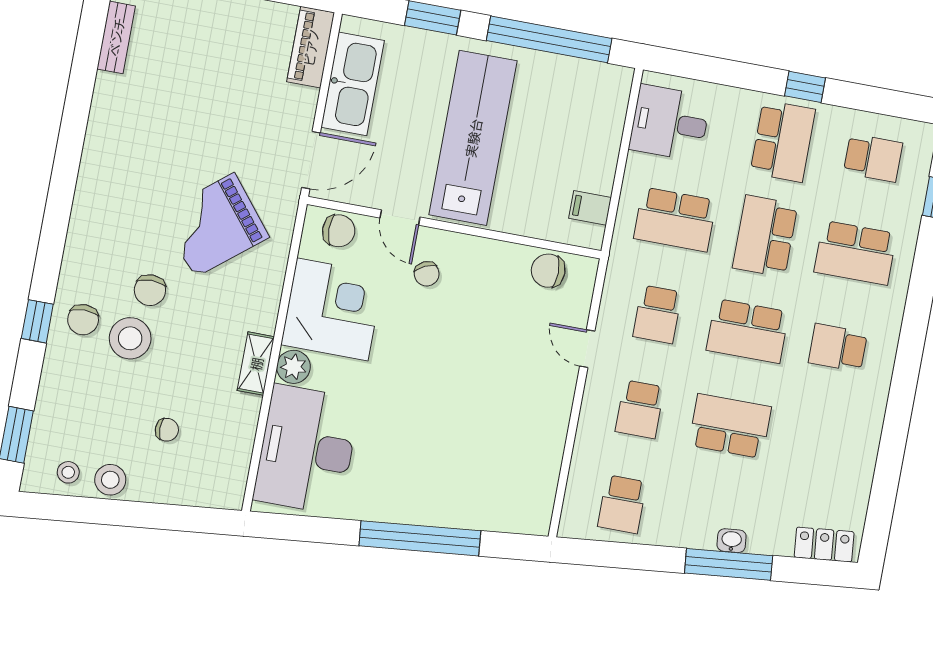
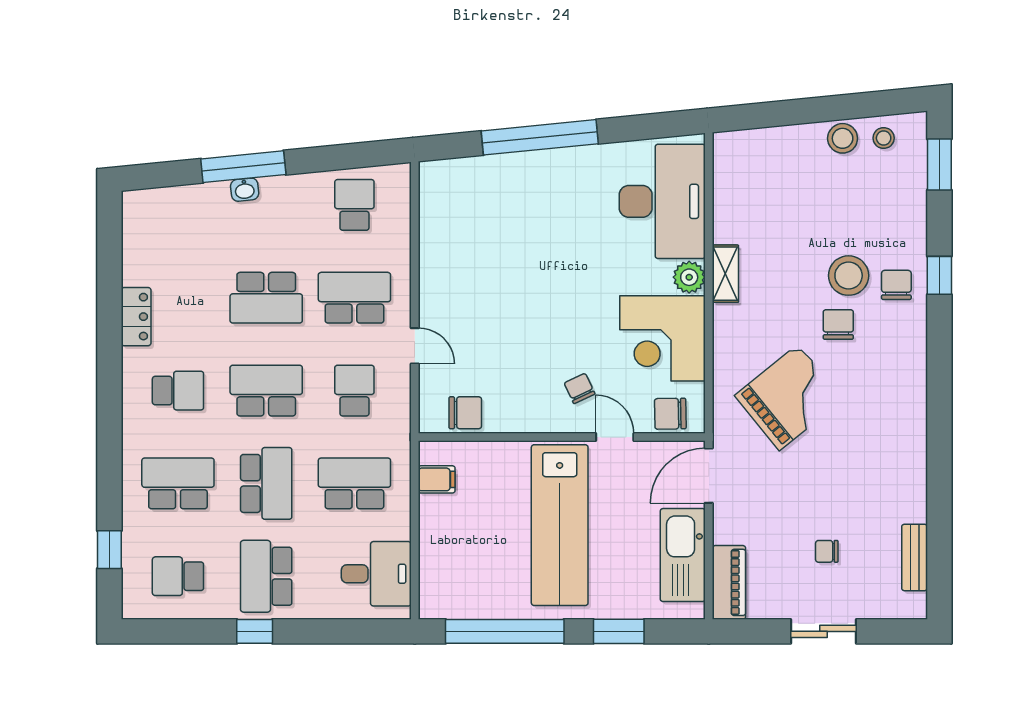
school desk: (640, 409) -> (354, 298), width x1.85
chair: (167, 430) -> (827, 551), moved
locker: (824, 545) -> (136, 317), moved, turned -84

